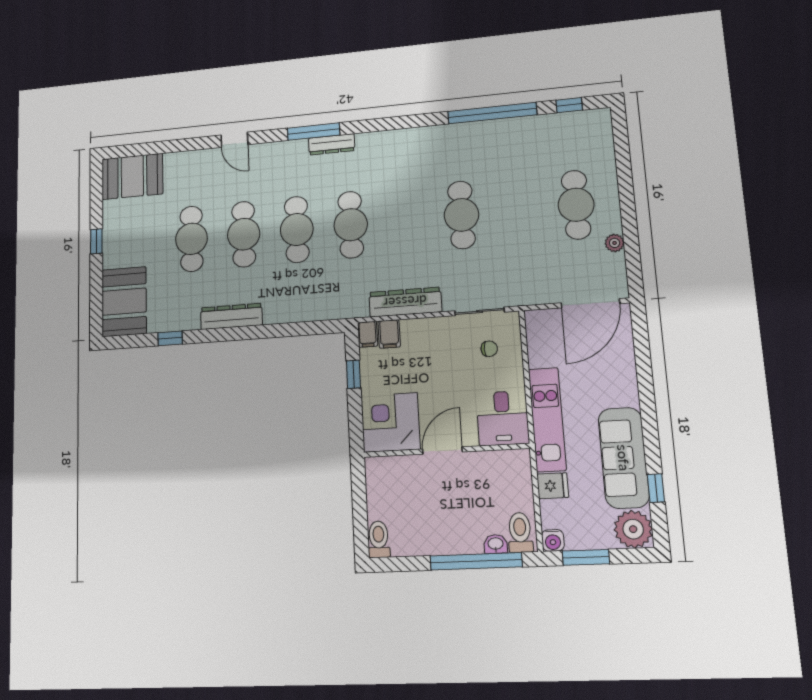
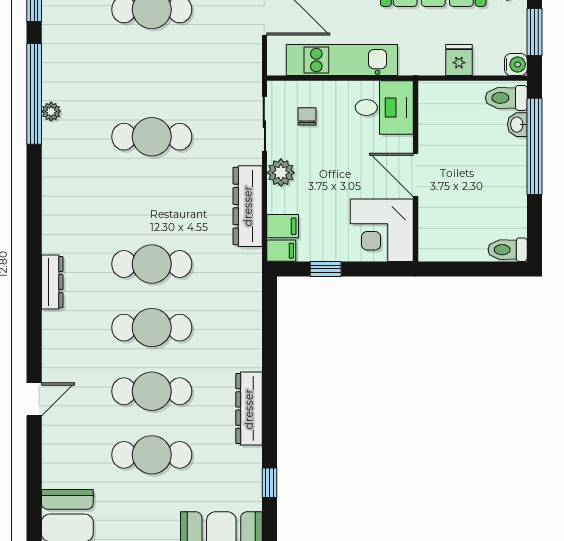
plant: (478, 129) -> (51, 111), added
window: (313, 132) -> (34, 303), removed
plant: (437, 329) -> (281, 173), added
kitchen unit: (547, 419) -> (342, 60), moved

